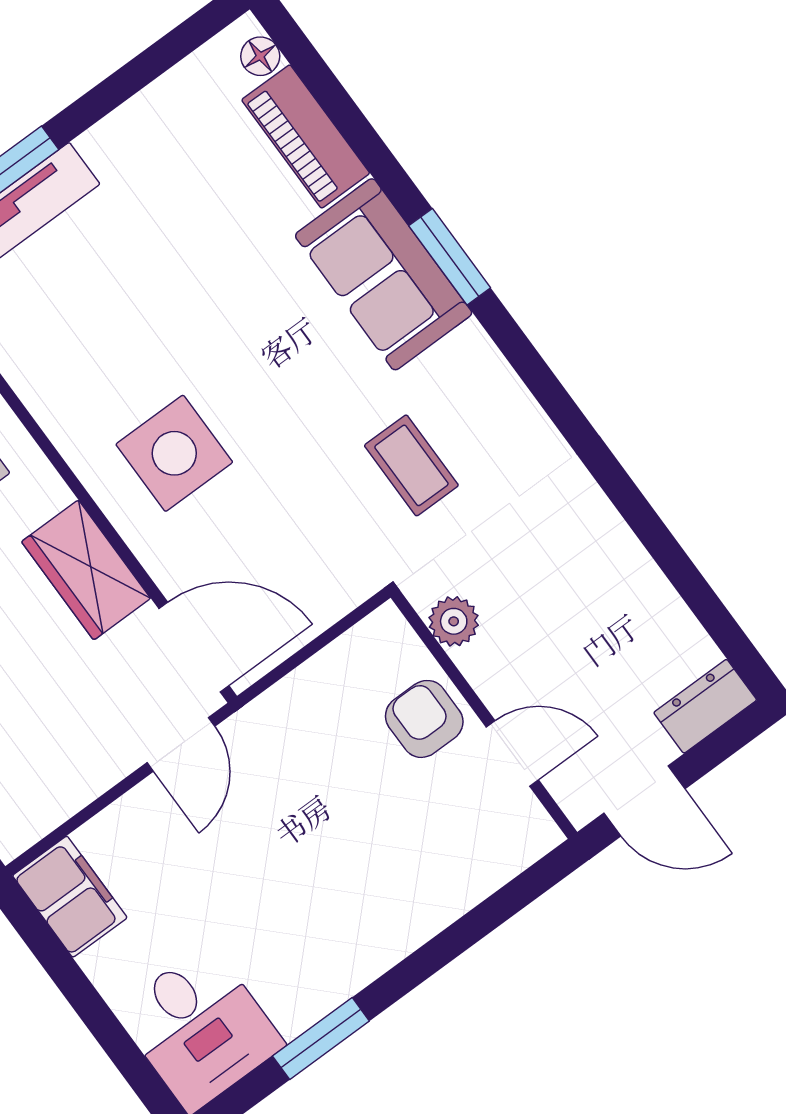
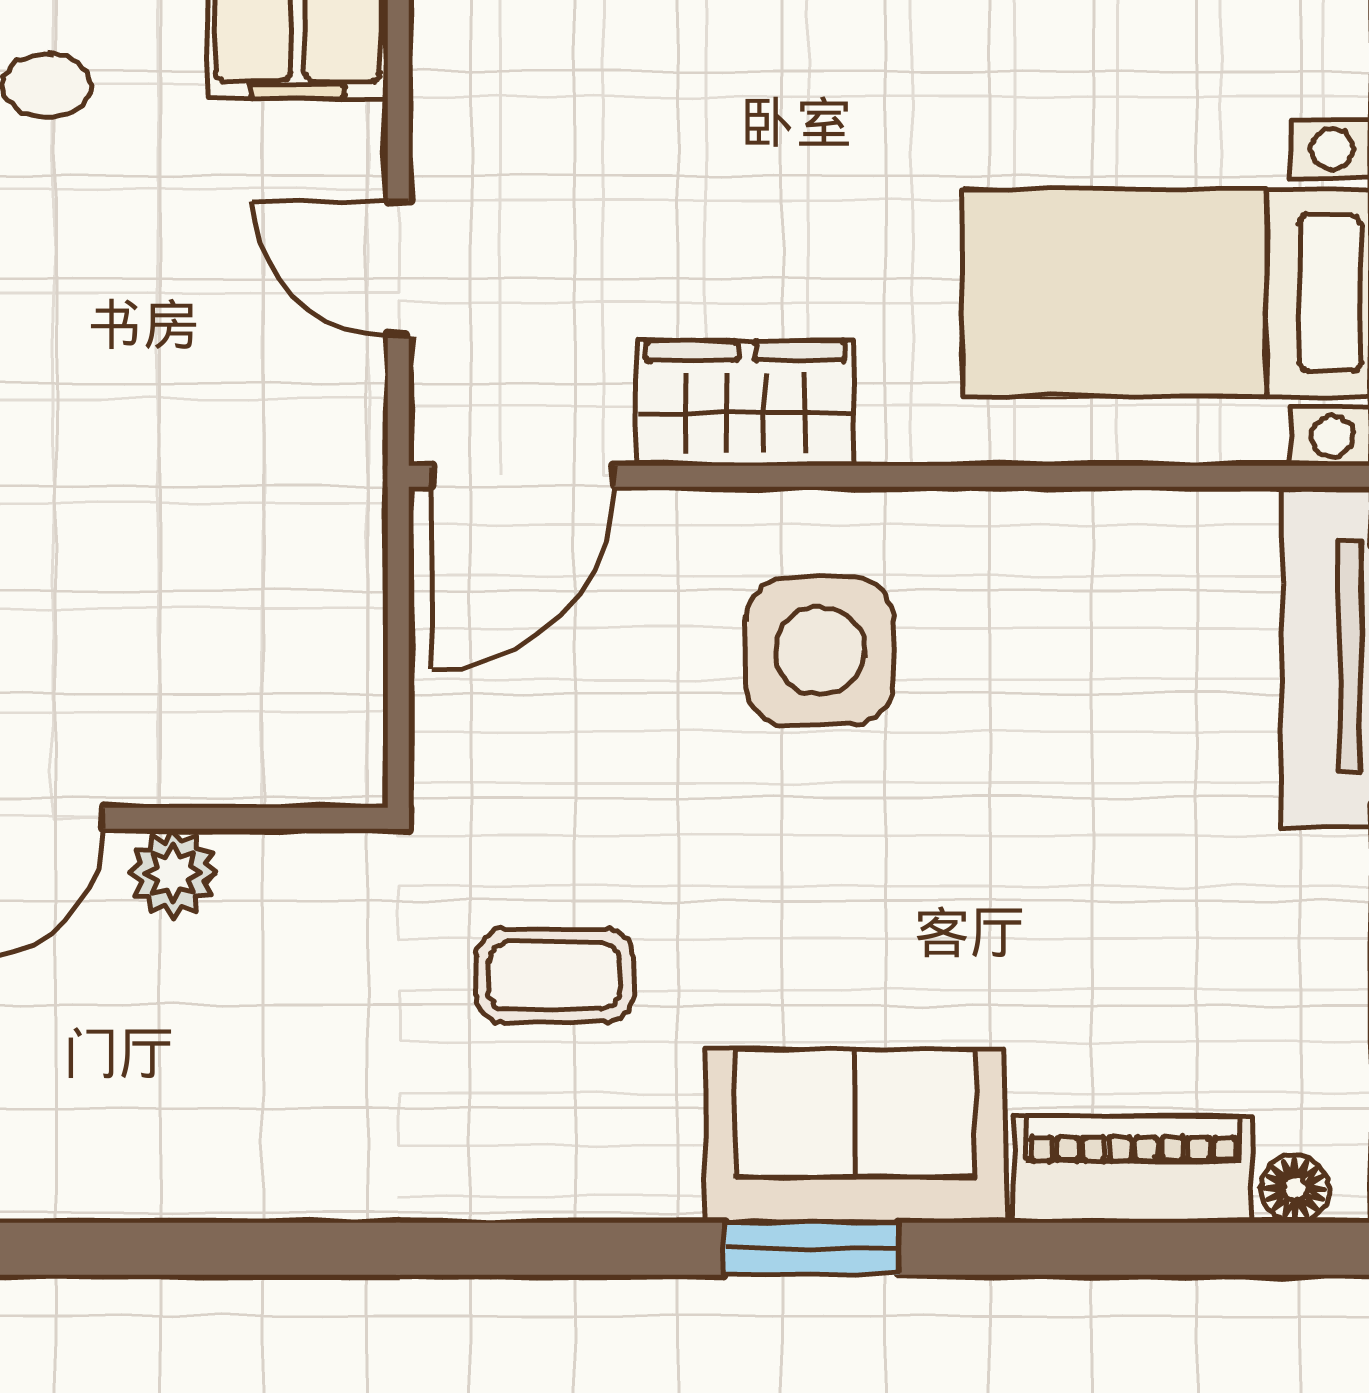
plant: (454, 621) -> (173, 873), moved
armchair: (424, 719) -> (180, 729), removed
door: (181, 744) -> (398, 268), moved

